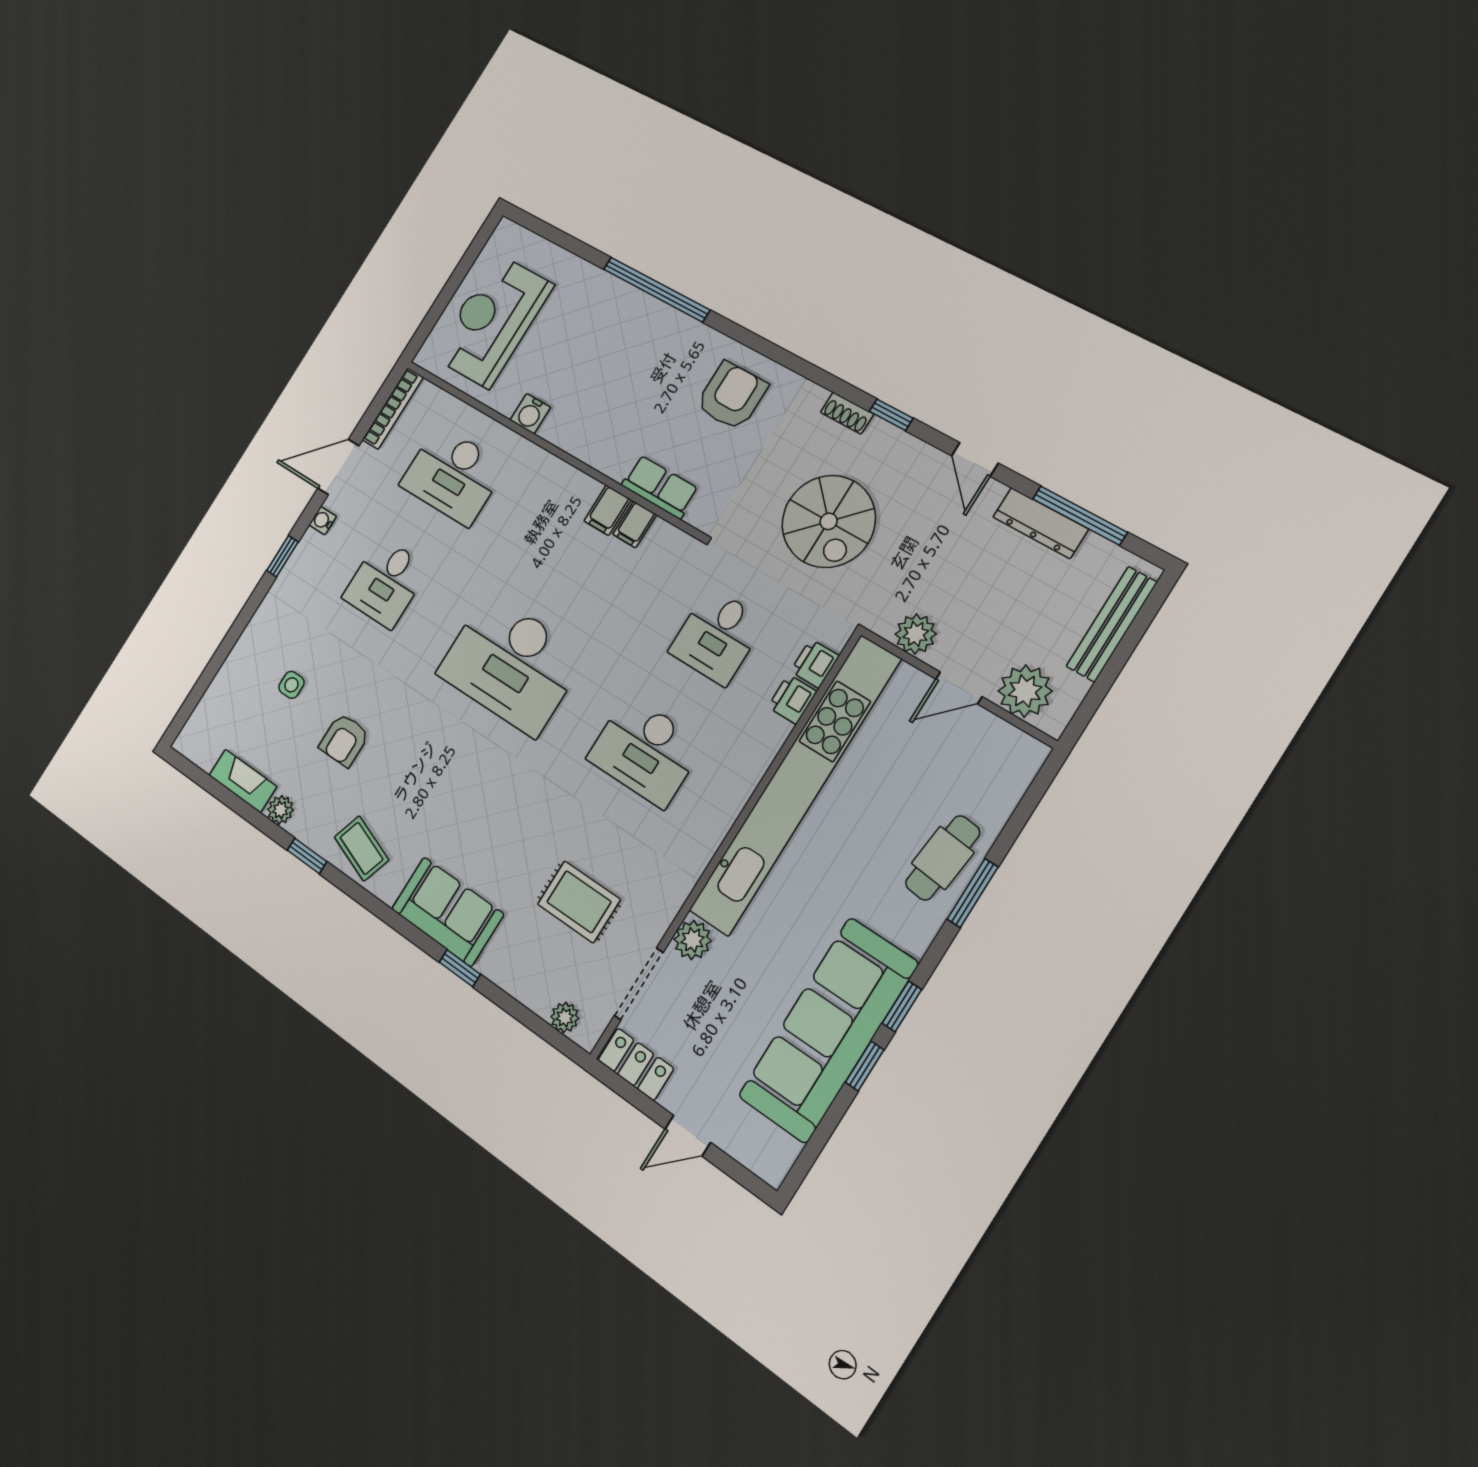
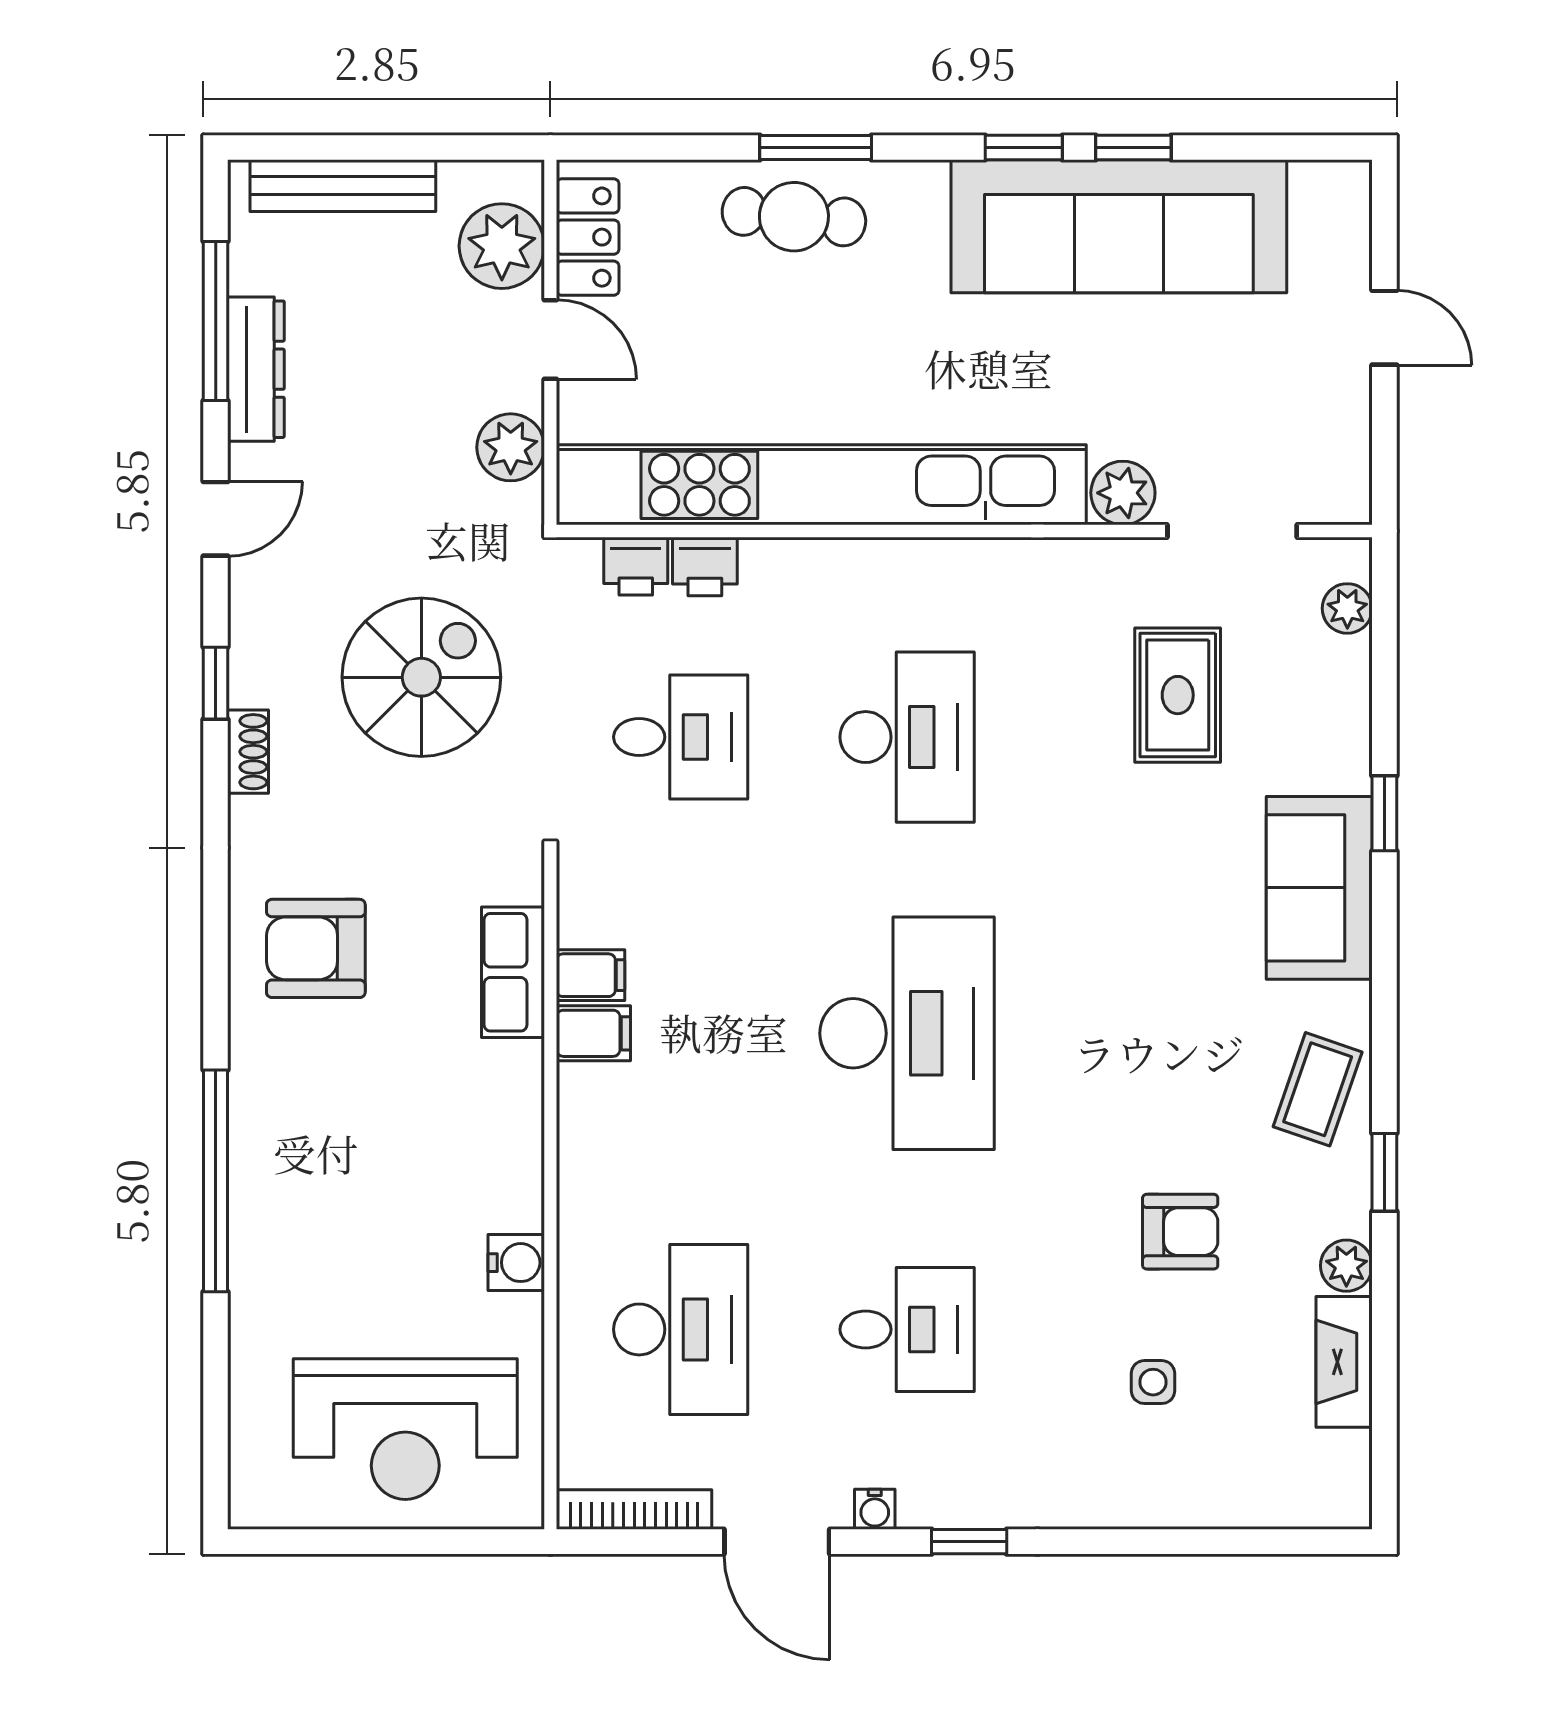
locker: (636, 1064) -> (588, 237), moved, turned 180

